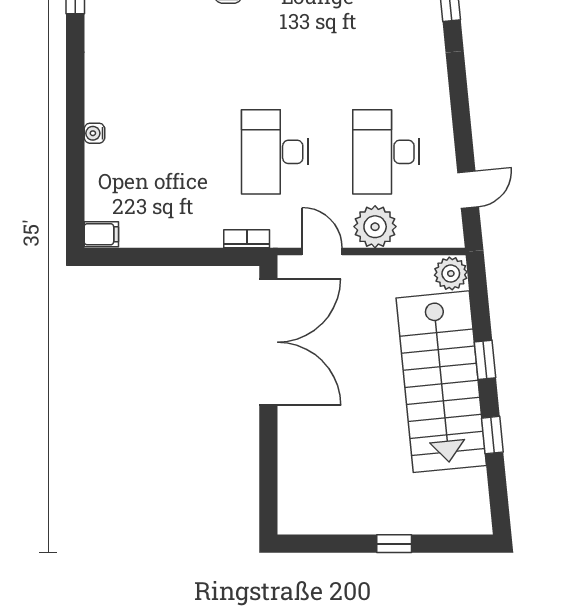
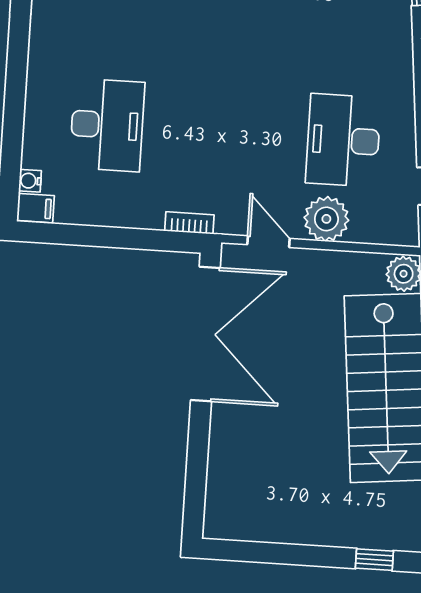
water cooler: (94, 133) -> (30, 181), moved
desk: (275, 152) -> (107, 125), moved, turned 180
window: (394, 544) -> (374, 560), moved

